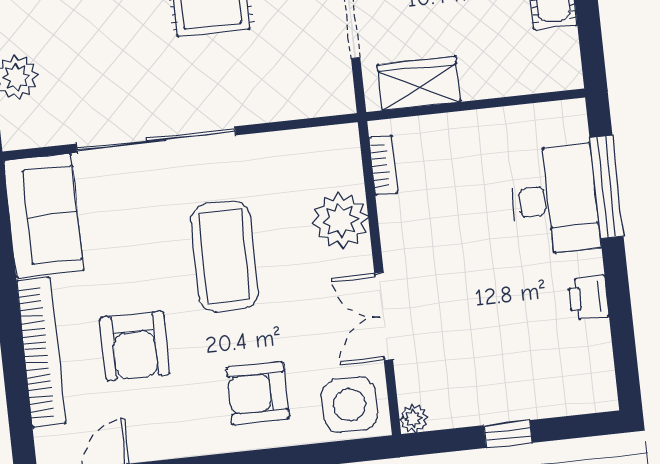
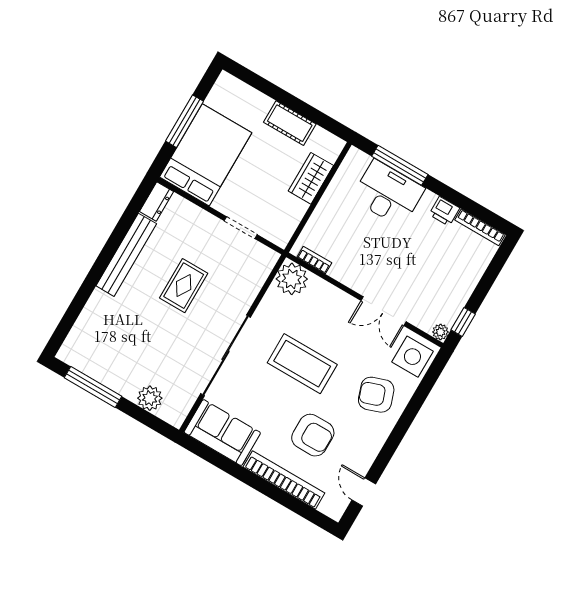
wardrobe: (419, 83) -> (311, 178), moved
plant: (340, 220) -> (292, 279), moved
bookcase: (603, 365) -> (480, 227), added
armchair: (258, 393) -> (376, 395), turned 71
window: (508, 434) -> (463, 322), moved

